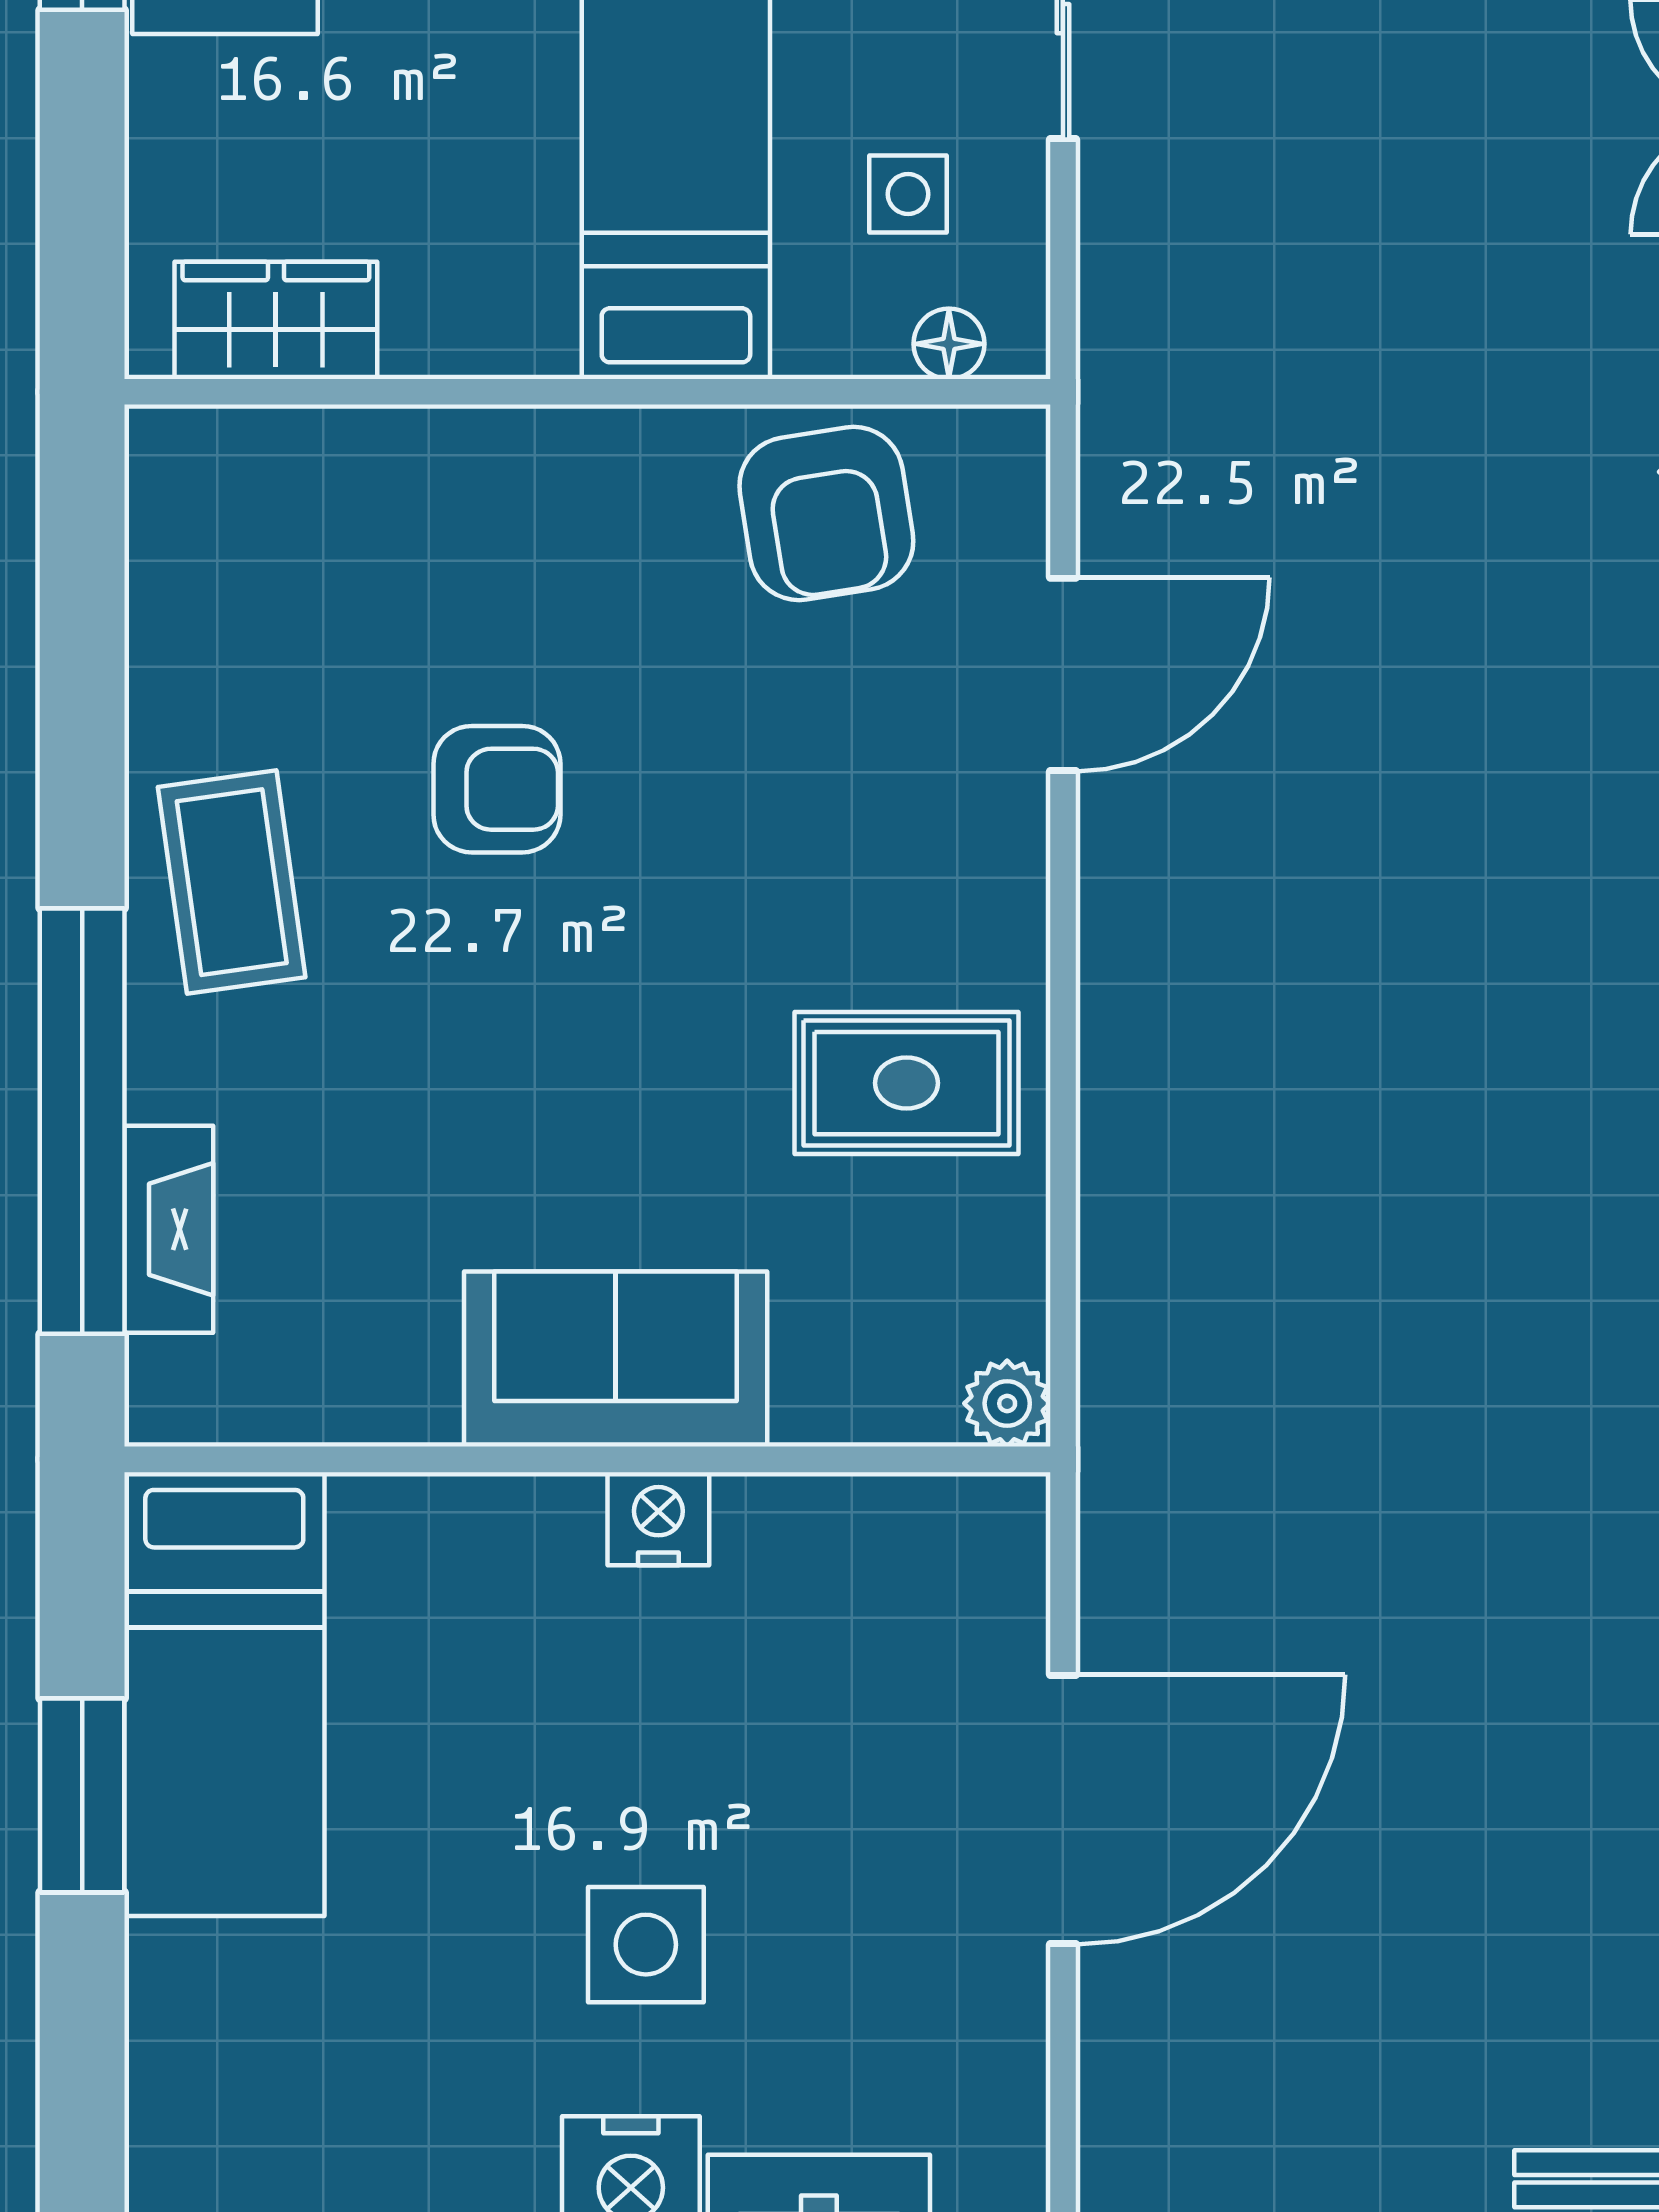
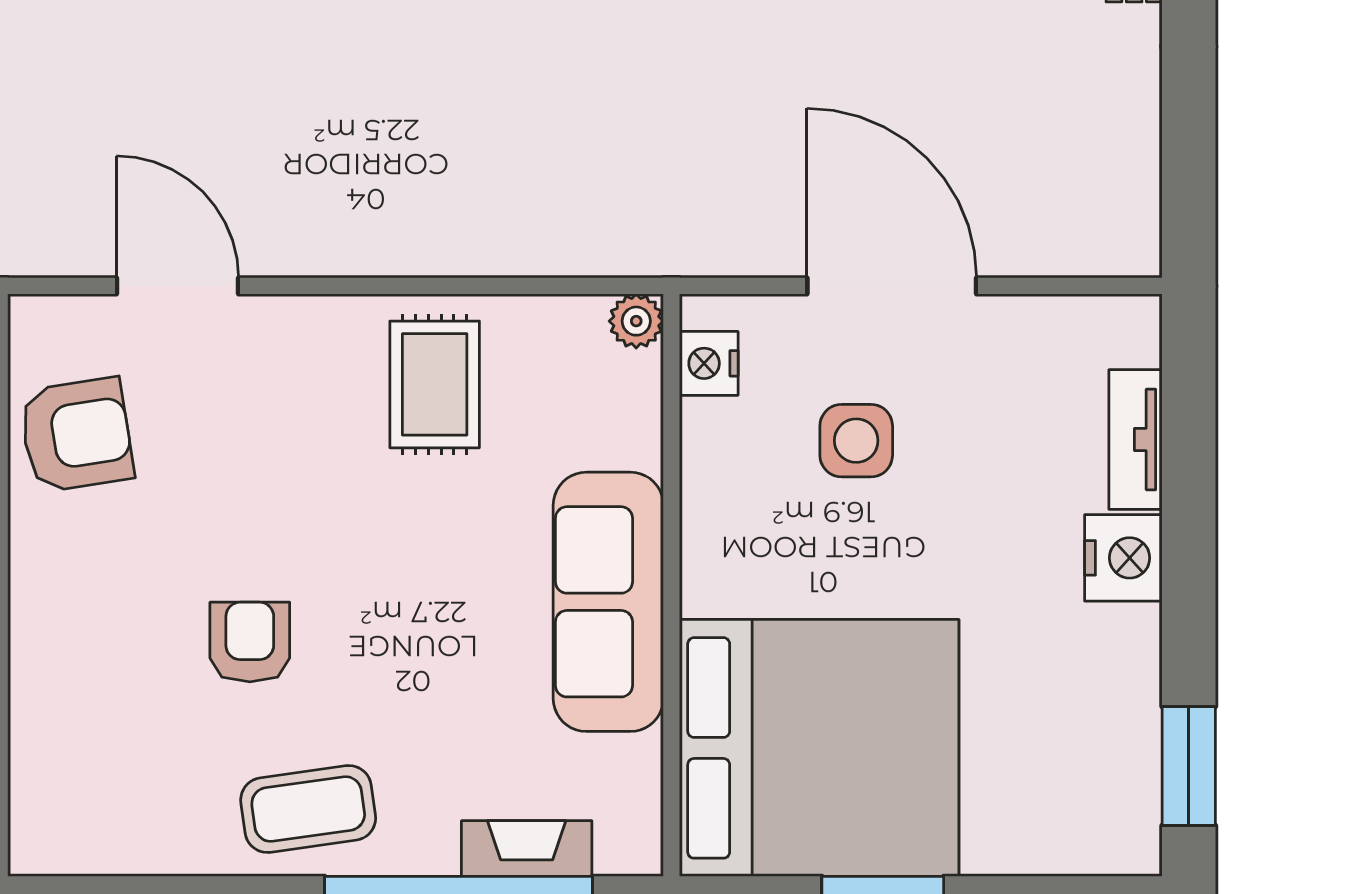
sofa: (616, 1359) -> (608, 602), width x1.36
nightstand: (658, 1519) -> (709, 363), moved
bed: (224, 1694) -> (819, 748), width x2.04
side table: (646, 1945) -> (856, 441), moved

